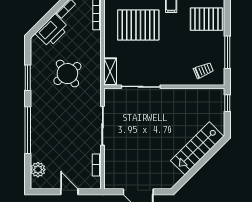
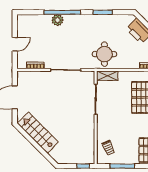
round table: (67, 74) -> (104, 54), moved, turned 37
stairs: (197, 148) -> (38, 133), moved
plant: (38, 170) -> (57, 20), moved

